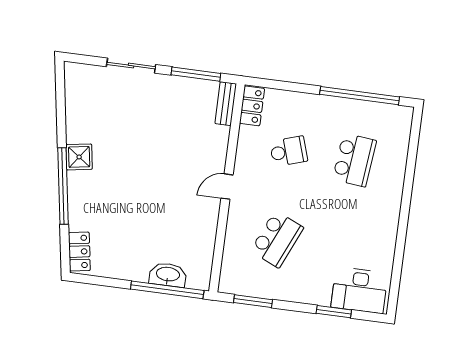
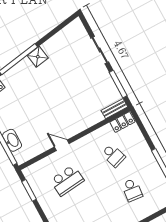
school desk: (354, 160) -> (132, 190), width x0.54
door: (227, 187) -> (62, 145), moved
school desk: (277, 239) -> (67, 180), turned -30

